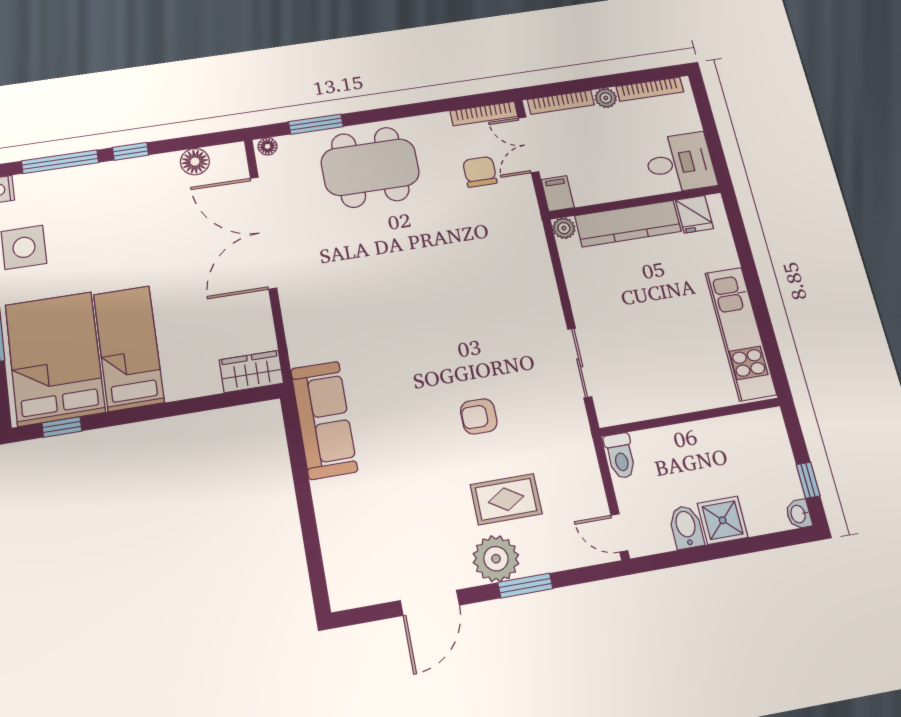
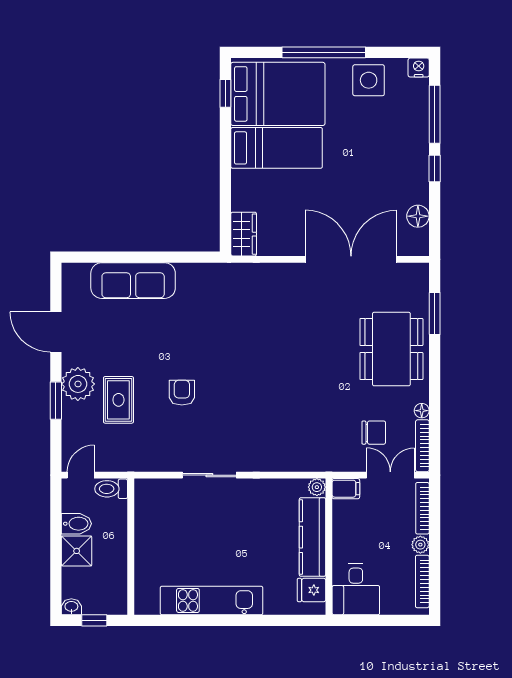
floor lamp: (268, 146) -> (422, 411), moved
wall: (690, 417) -> (131, 547), moved
sofa: (324, 420) -> (133, 281), moved
toilet: (620, 456) -> (111, 489), moved

